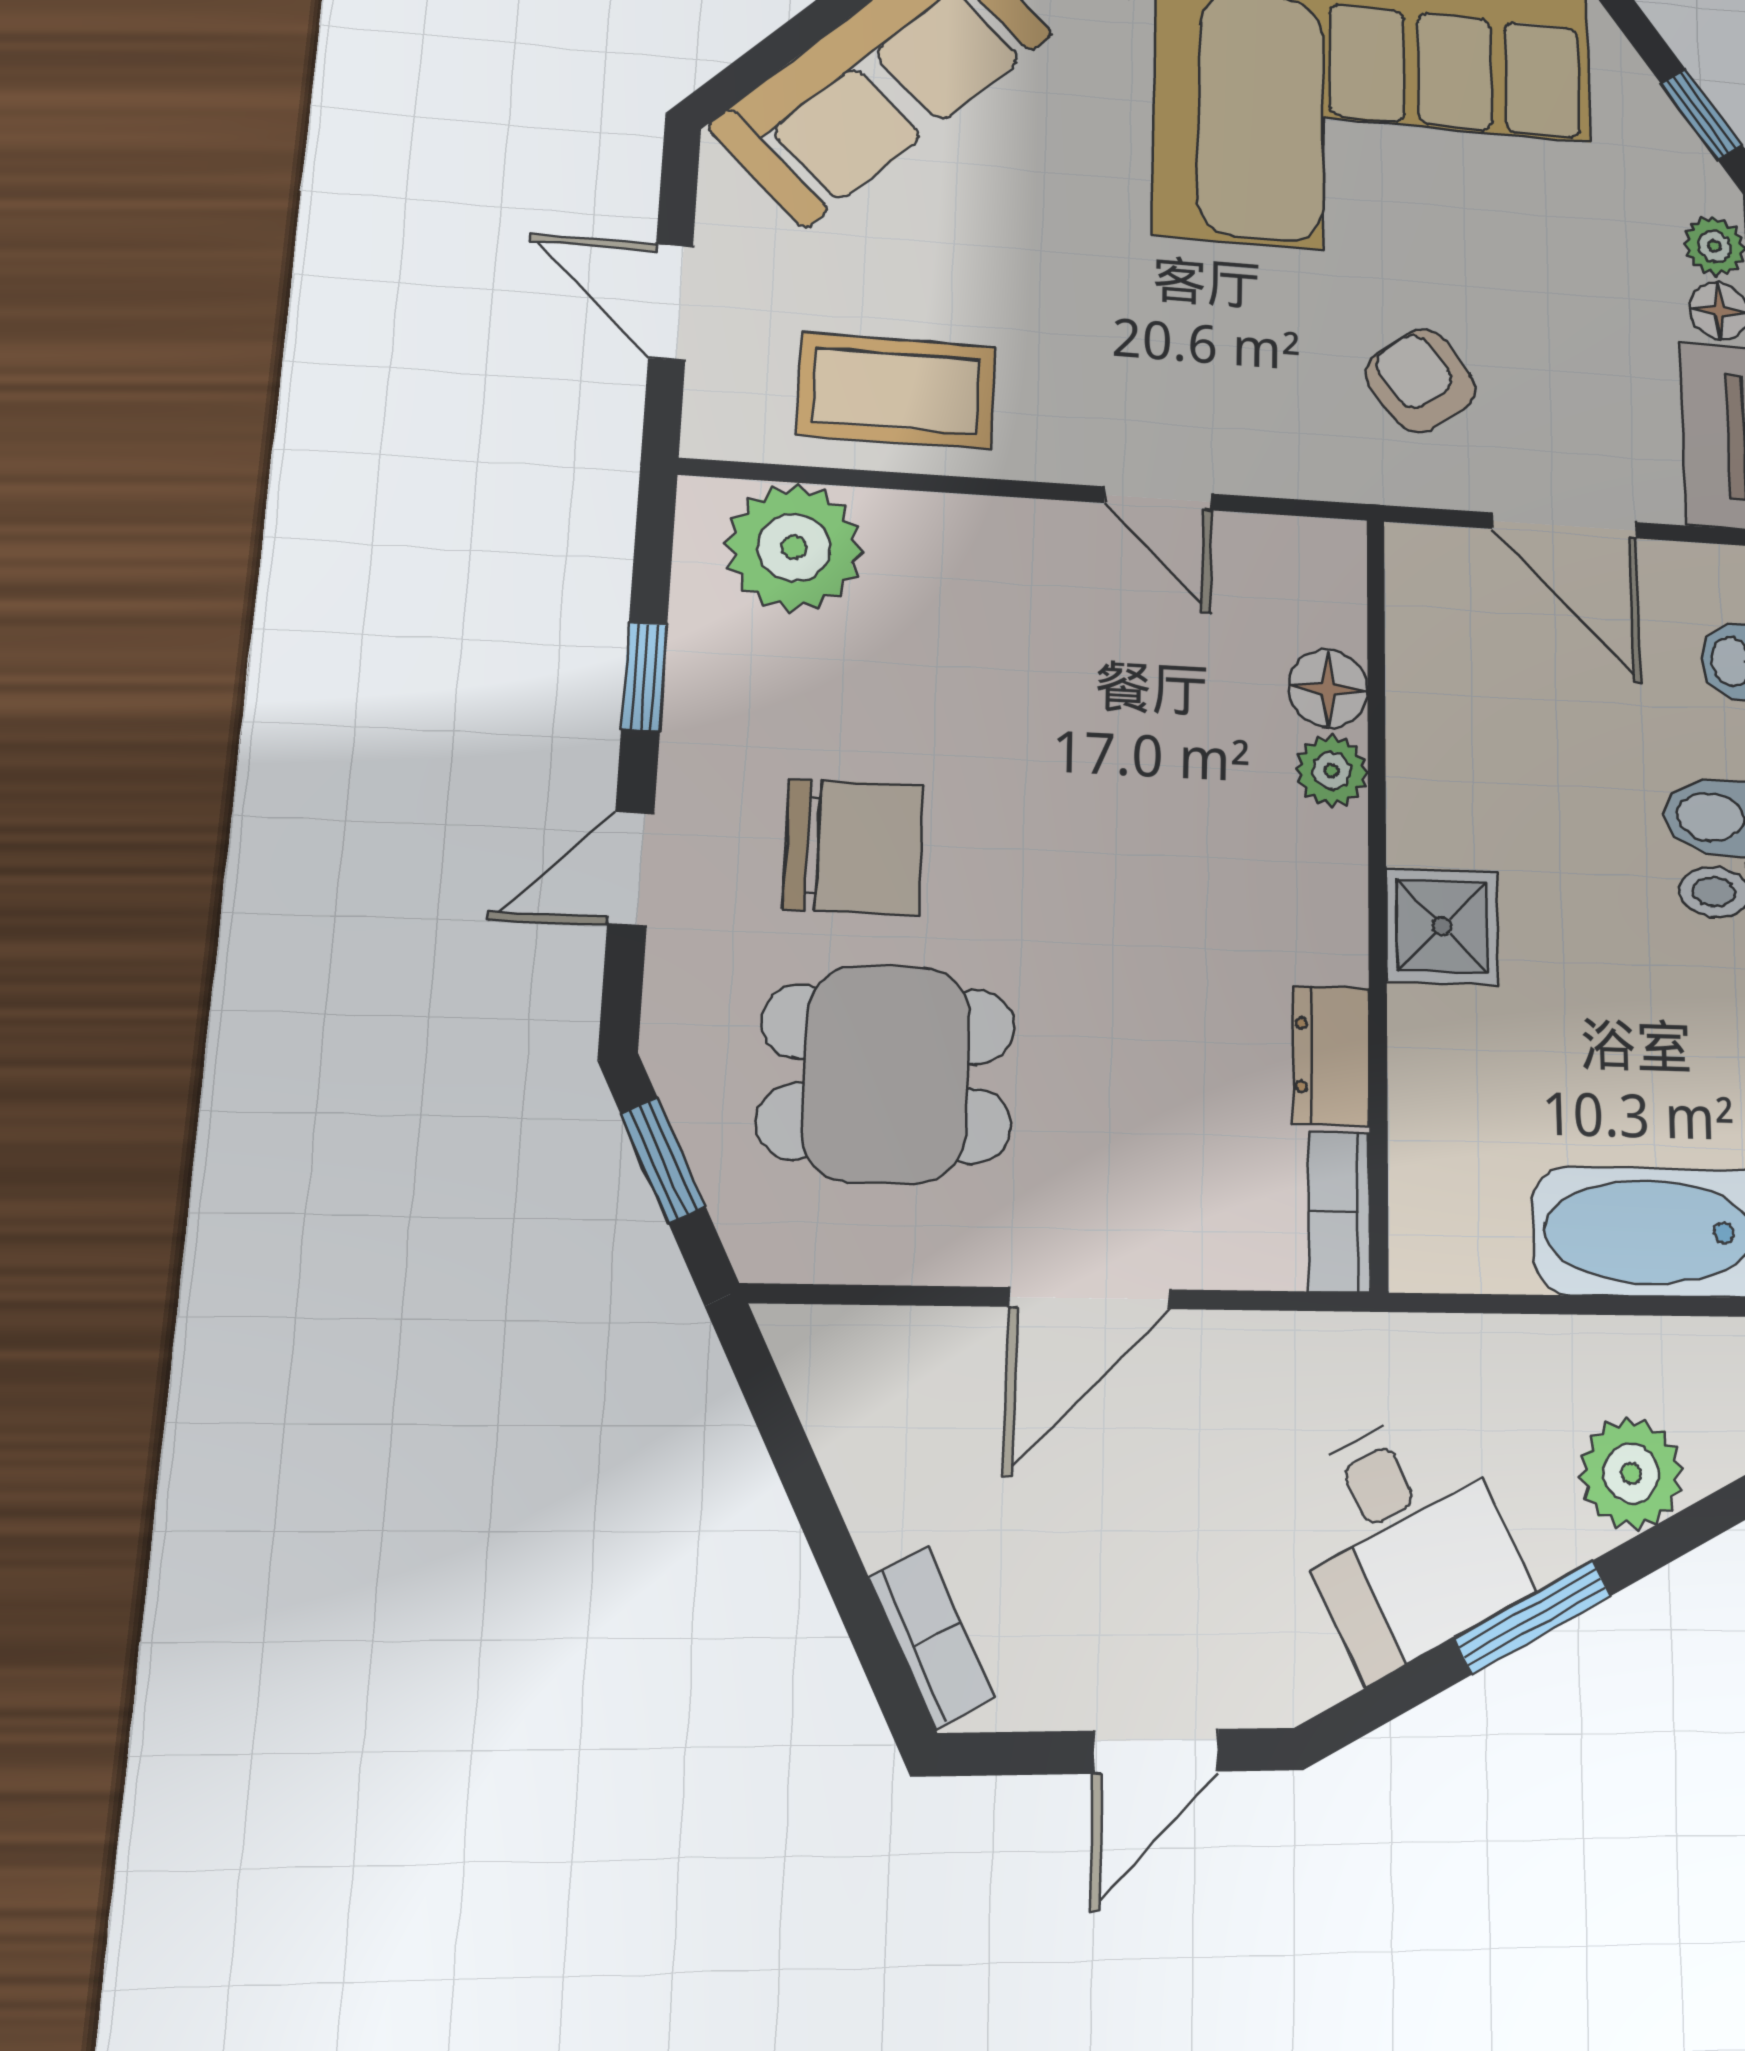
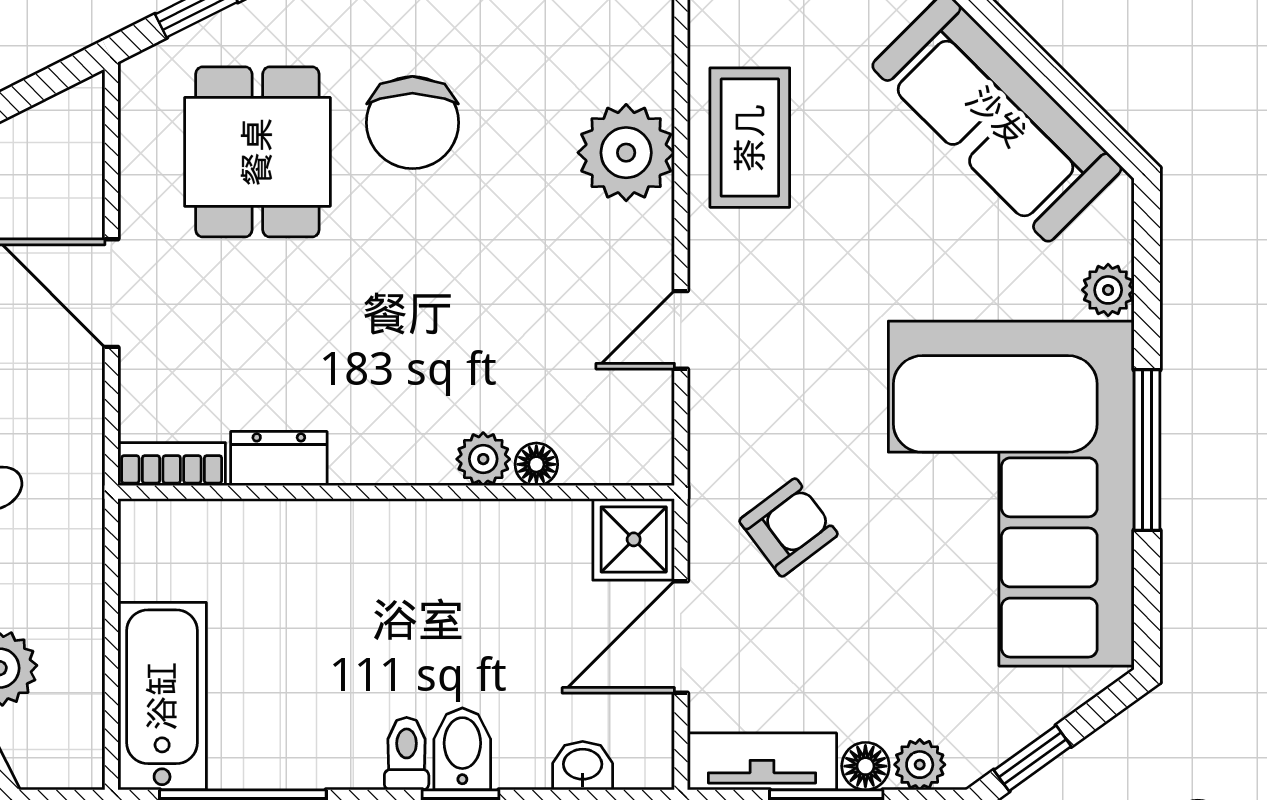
plant: (794, 547) -> (626, 153), moved
floor lamp: (1328, 688) -> (536, 464), width x0.73, depth x0.73
shower: (1442, 926) -> (634, 539), moved

